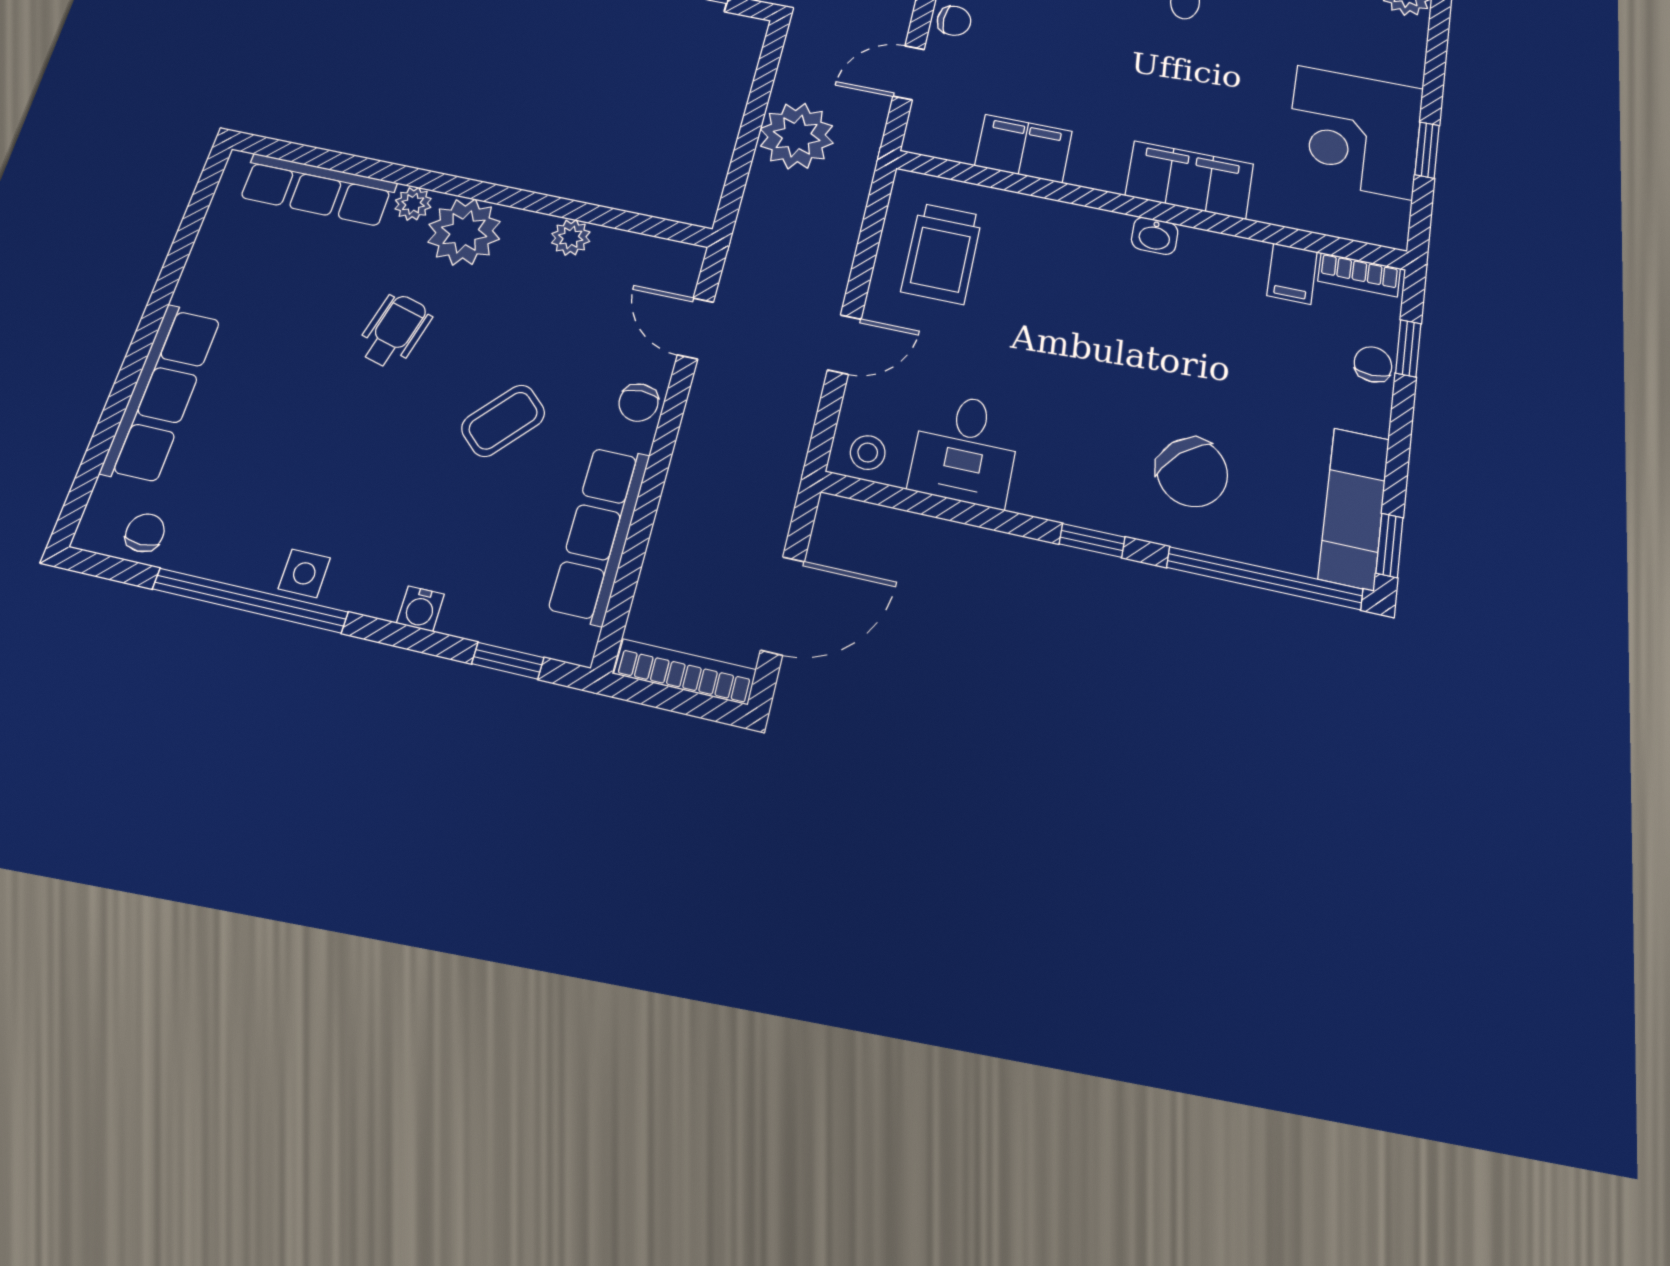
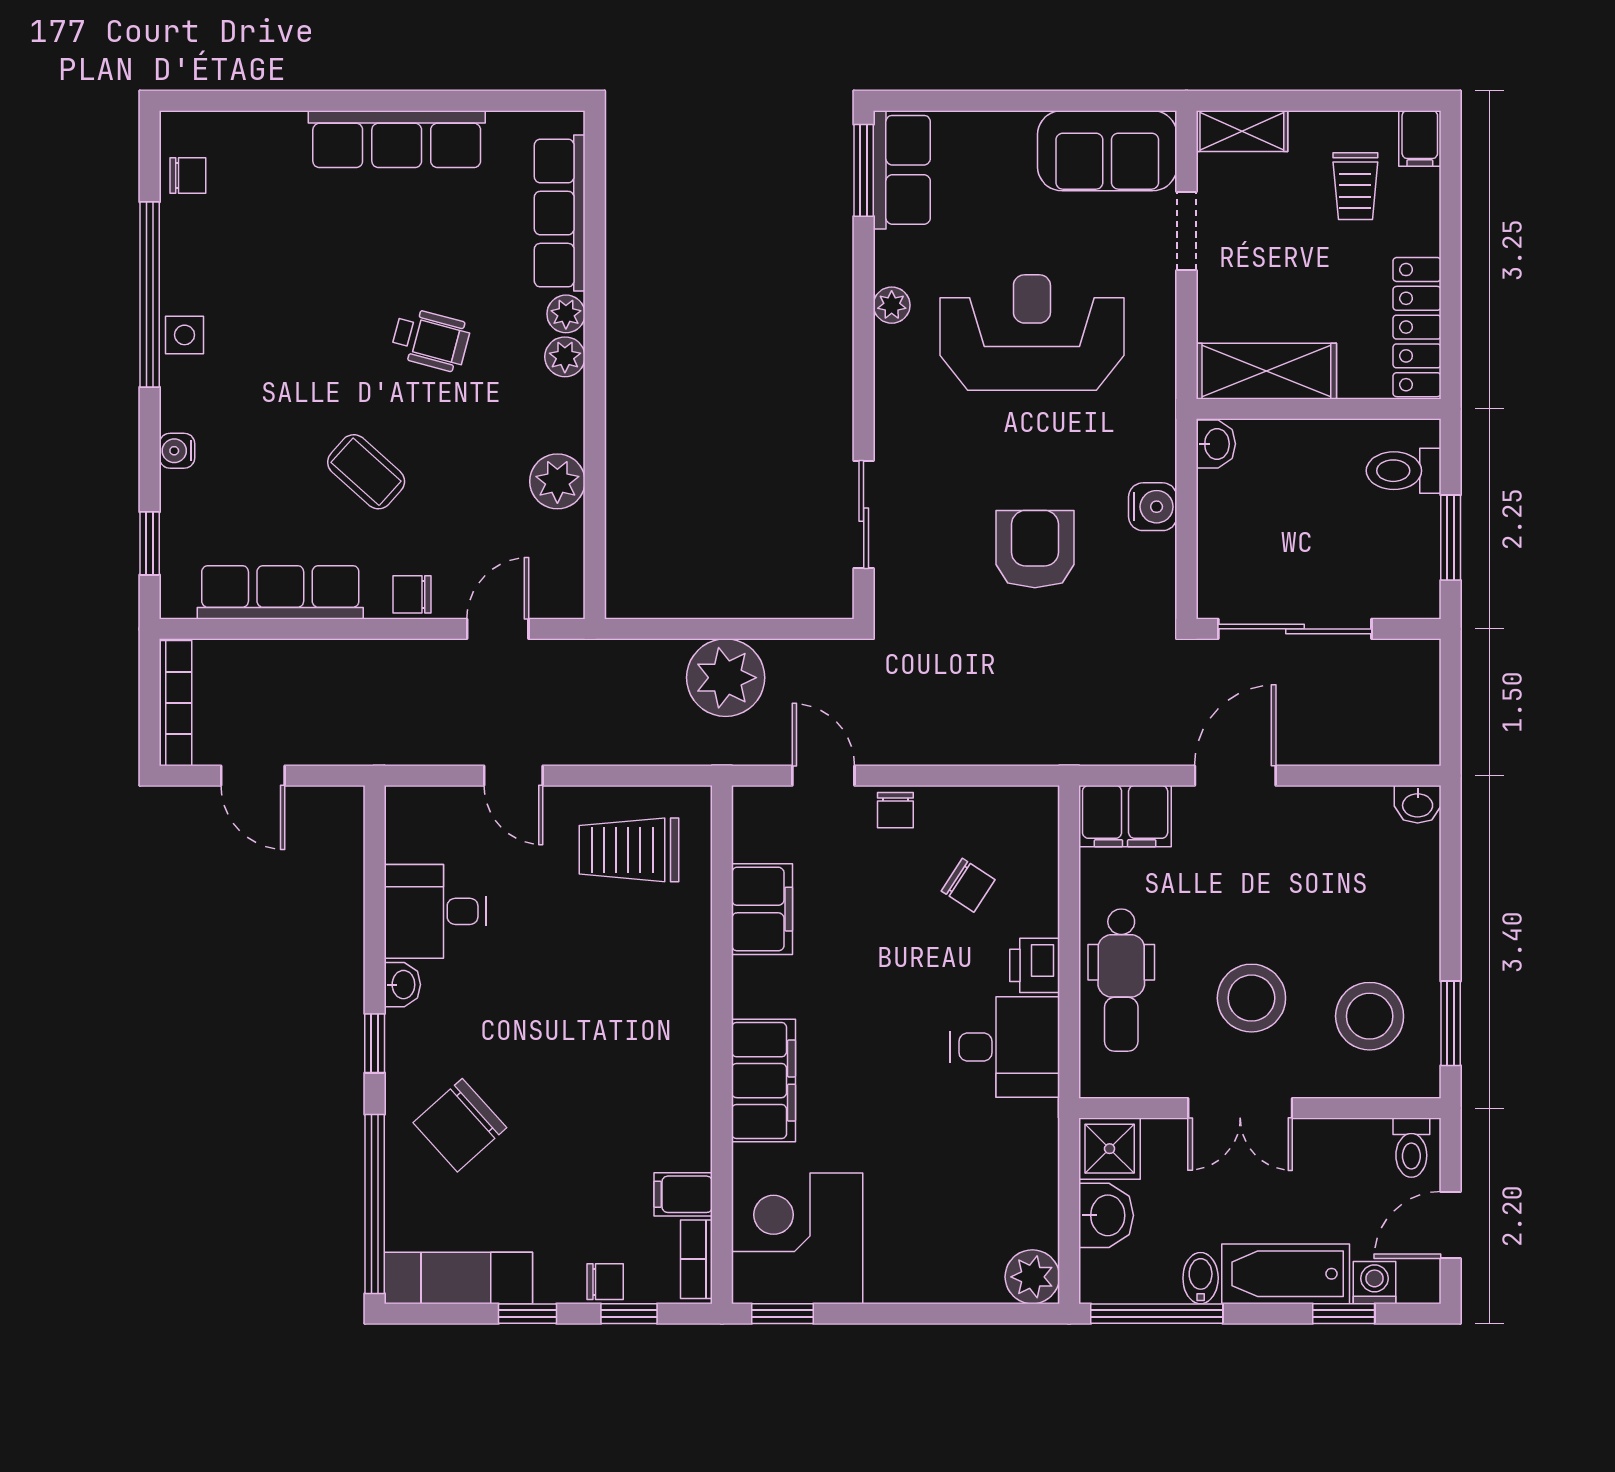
corner desk: (1354, 132) -> (797, 1238), moved
window: (1427, 150) -> (783, 1314), moved
plant: (464, 232) -> (565, 357), width x0.53, depth x0.53
washbasin: (1155, 236) -> (402, 985), moved, turned 180
plant: (571, 237) -> (557, 481), width x1.38, depth x1.38
row of seats: (161, 394) -> (397, 139), moved
stool: (868, 453) -> (412, 821), removed
window: (1390, 545) -> (528, 1314), moved
door: (783, 606) -> (253, 776), width x0.73

